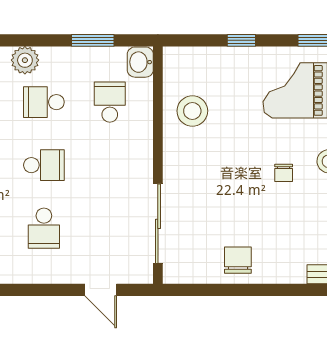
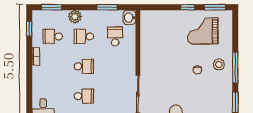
window: (241, 40) -> (188, 7), moved
stool: (192, 111) -> (154, 41), removed
school desk: (44, 228) -> (84, 96), turned -90

